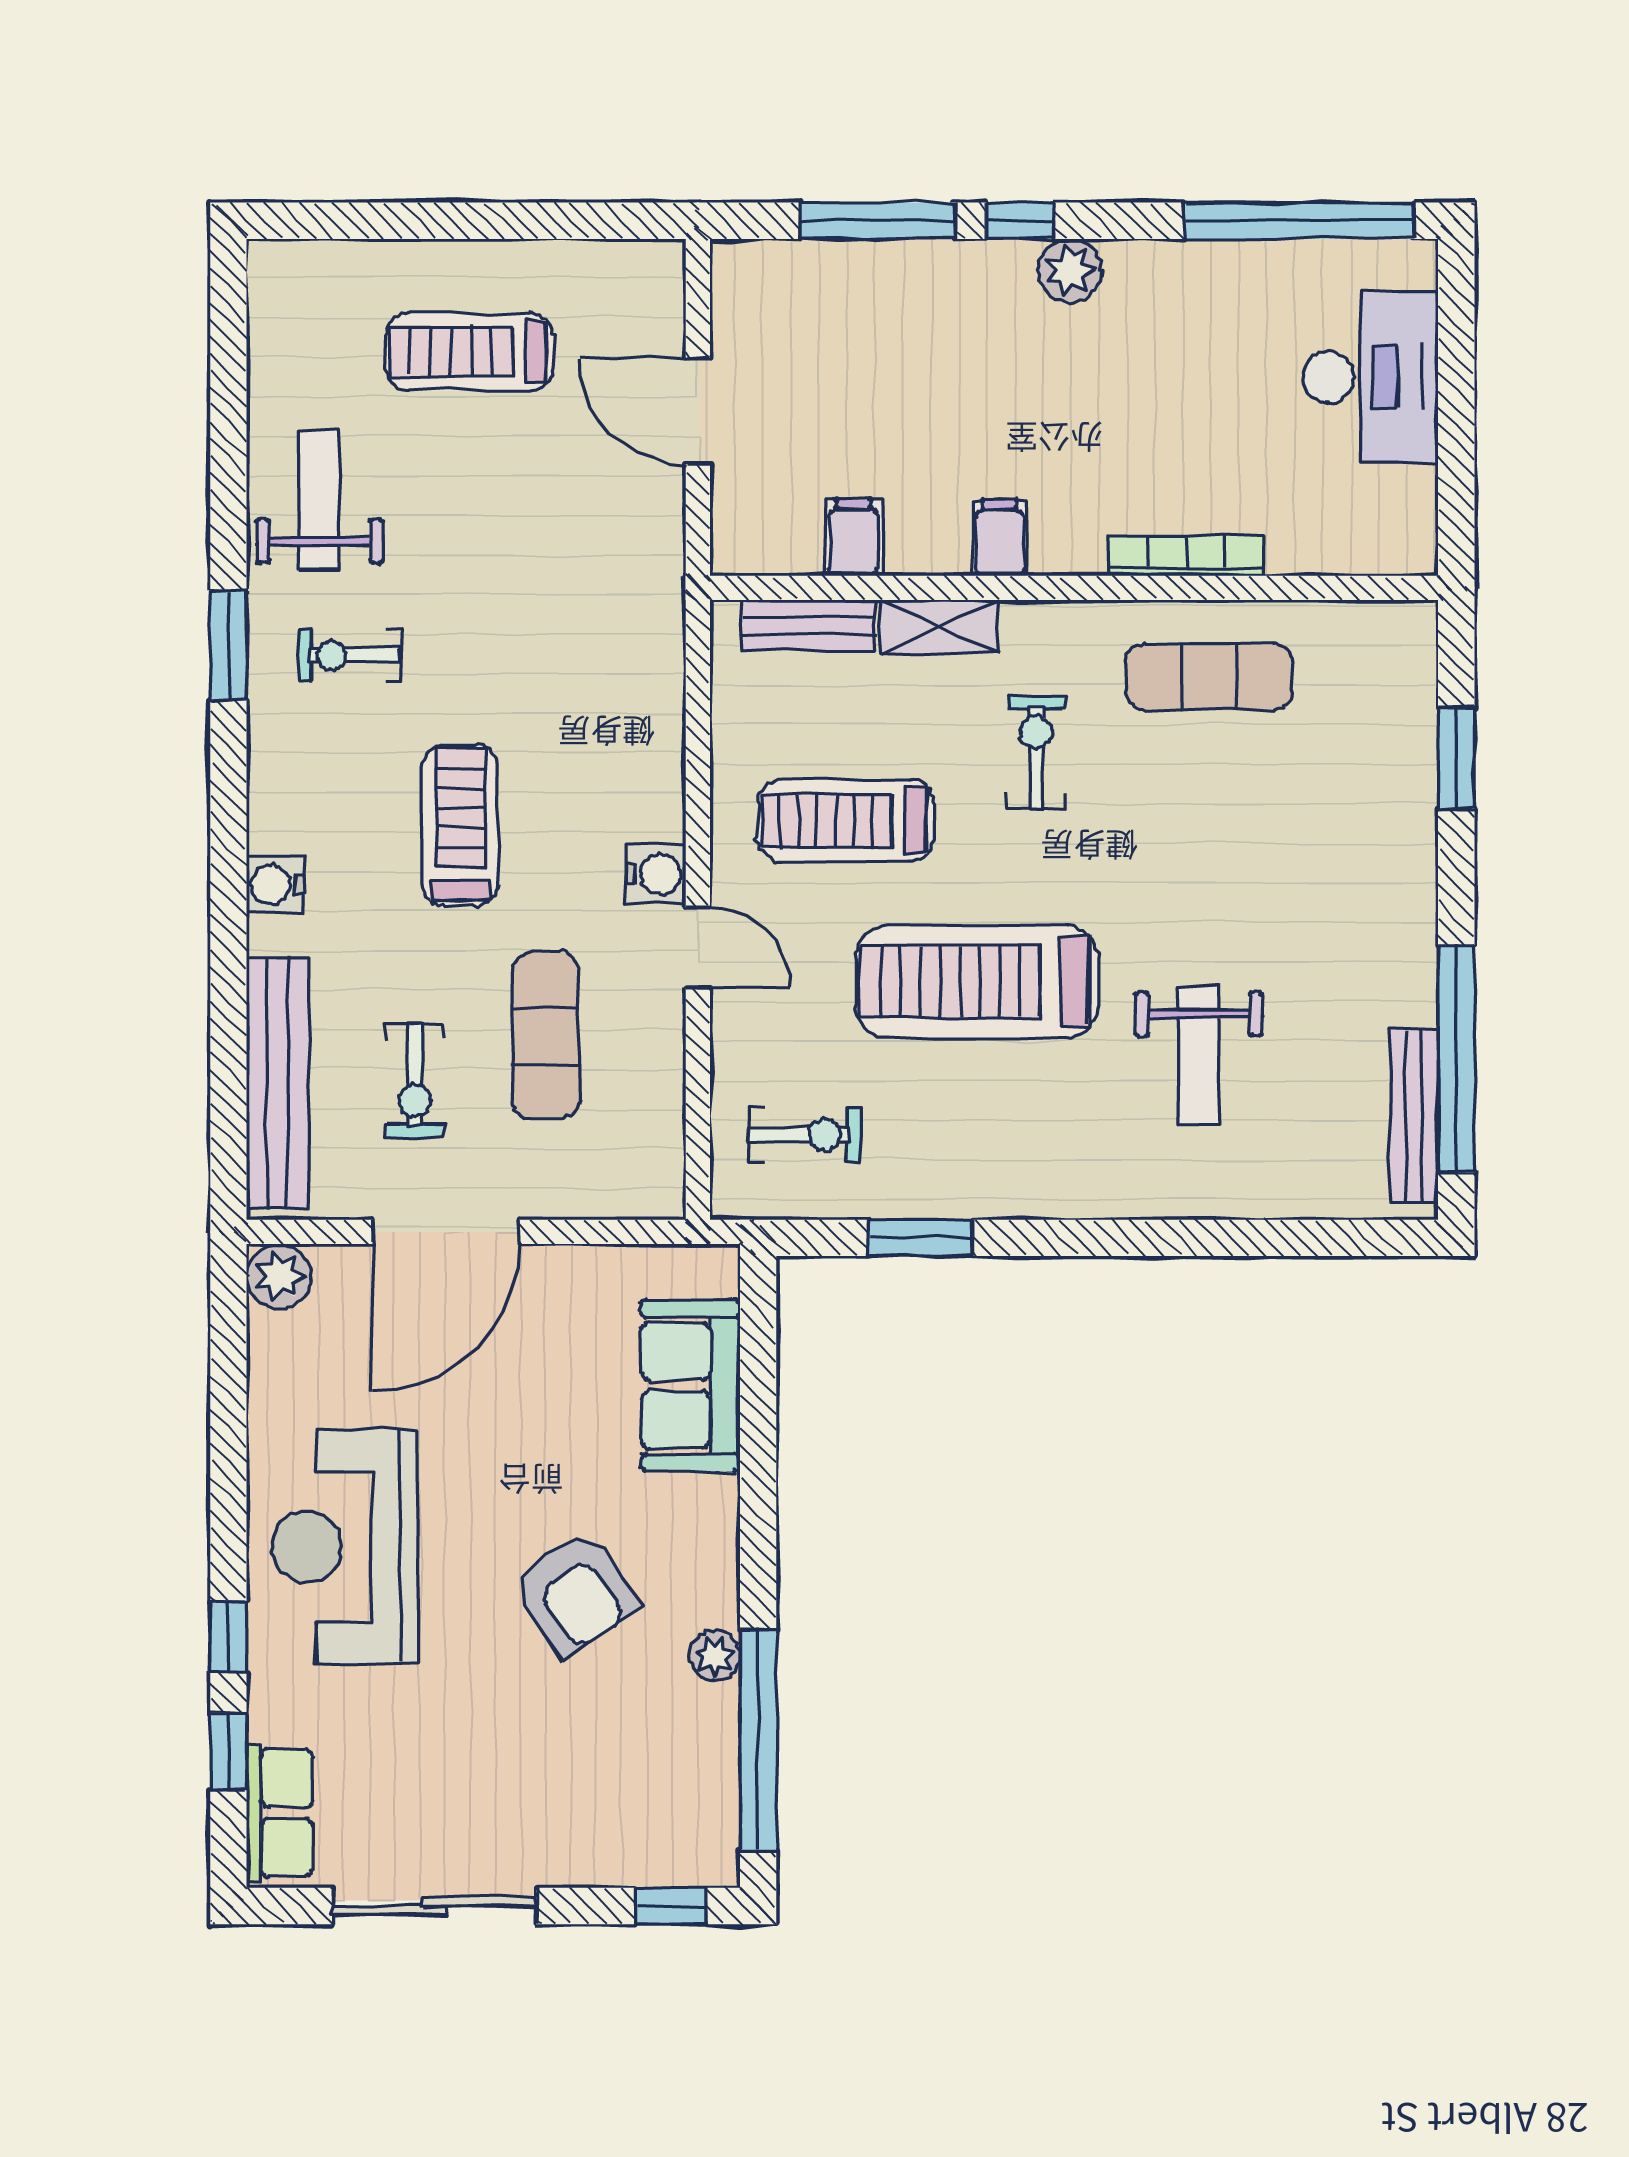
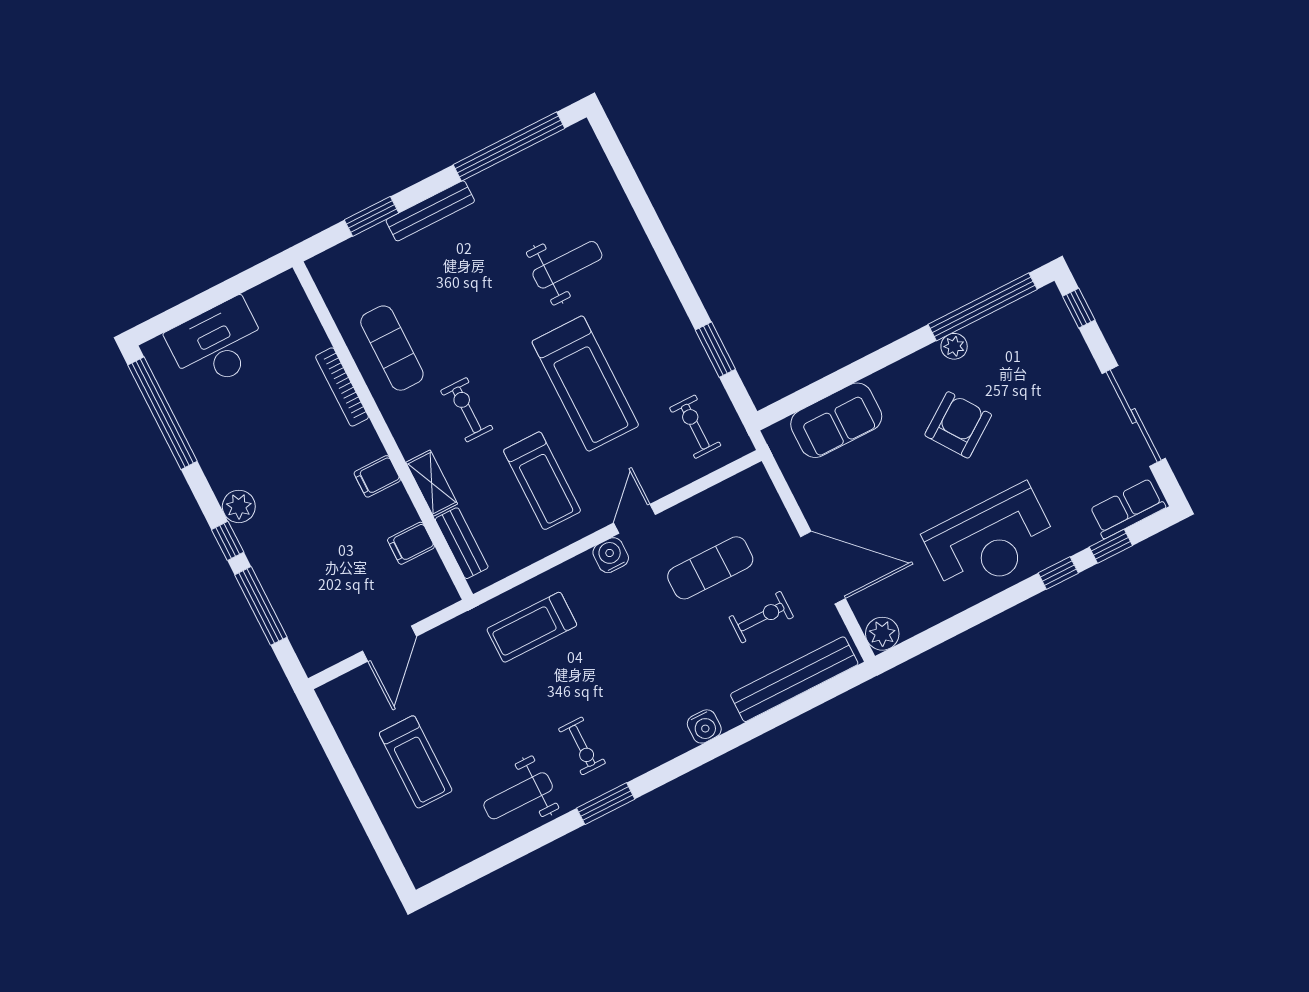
exercise bike: (1036, 752) -> (467, 410), turned 90
treadmill: (460, 826) -> (532, 627), moved
bench: (1414, 1115) -> (430, 211), moved

